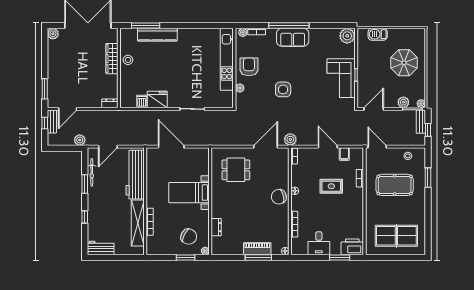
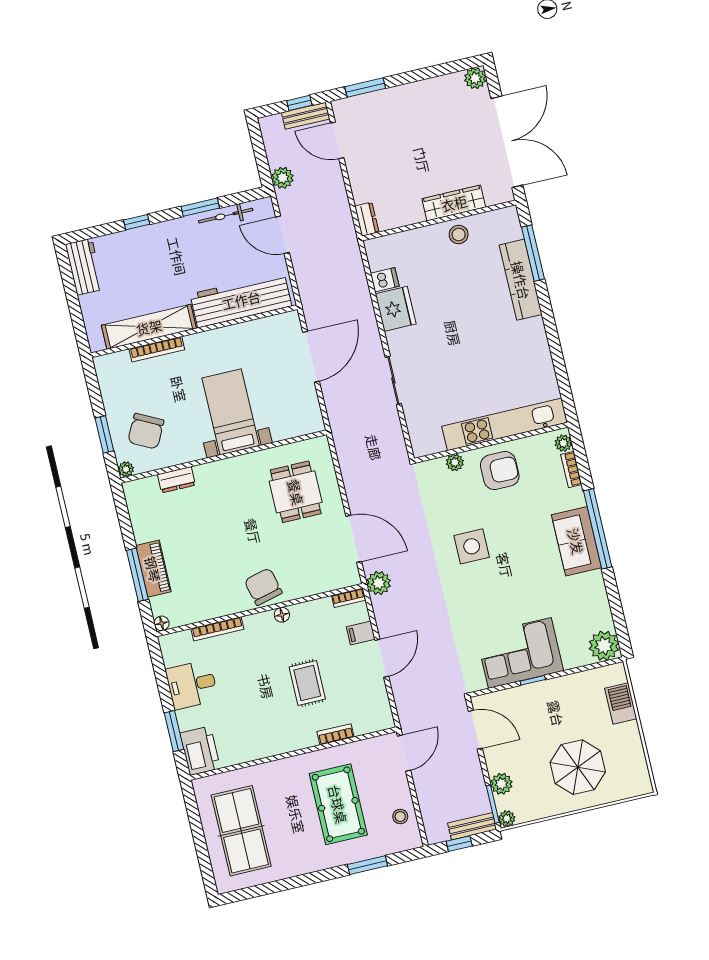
filing cabinet: (344, 154) -> (361, 633), moved

